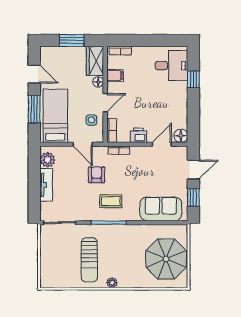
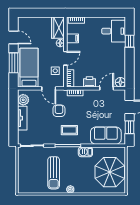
window: (72, 40) -> (41, 13), removed
barbecue: (133, 231) -> (85, 152), added

